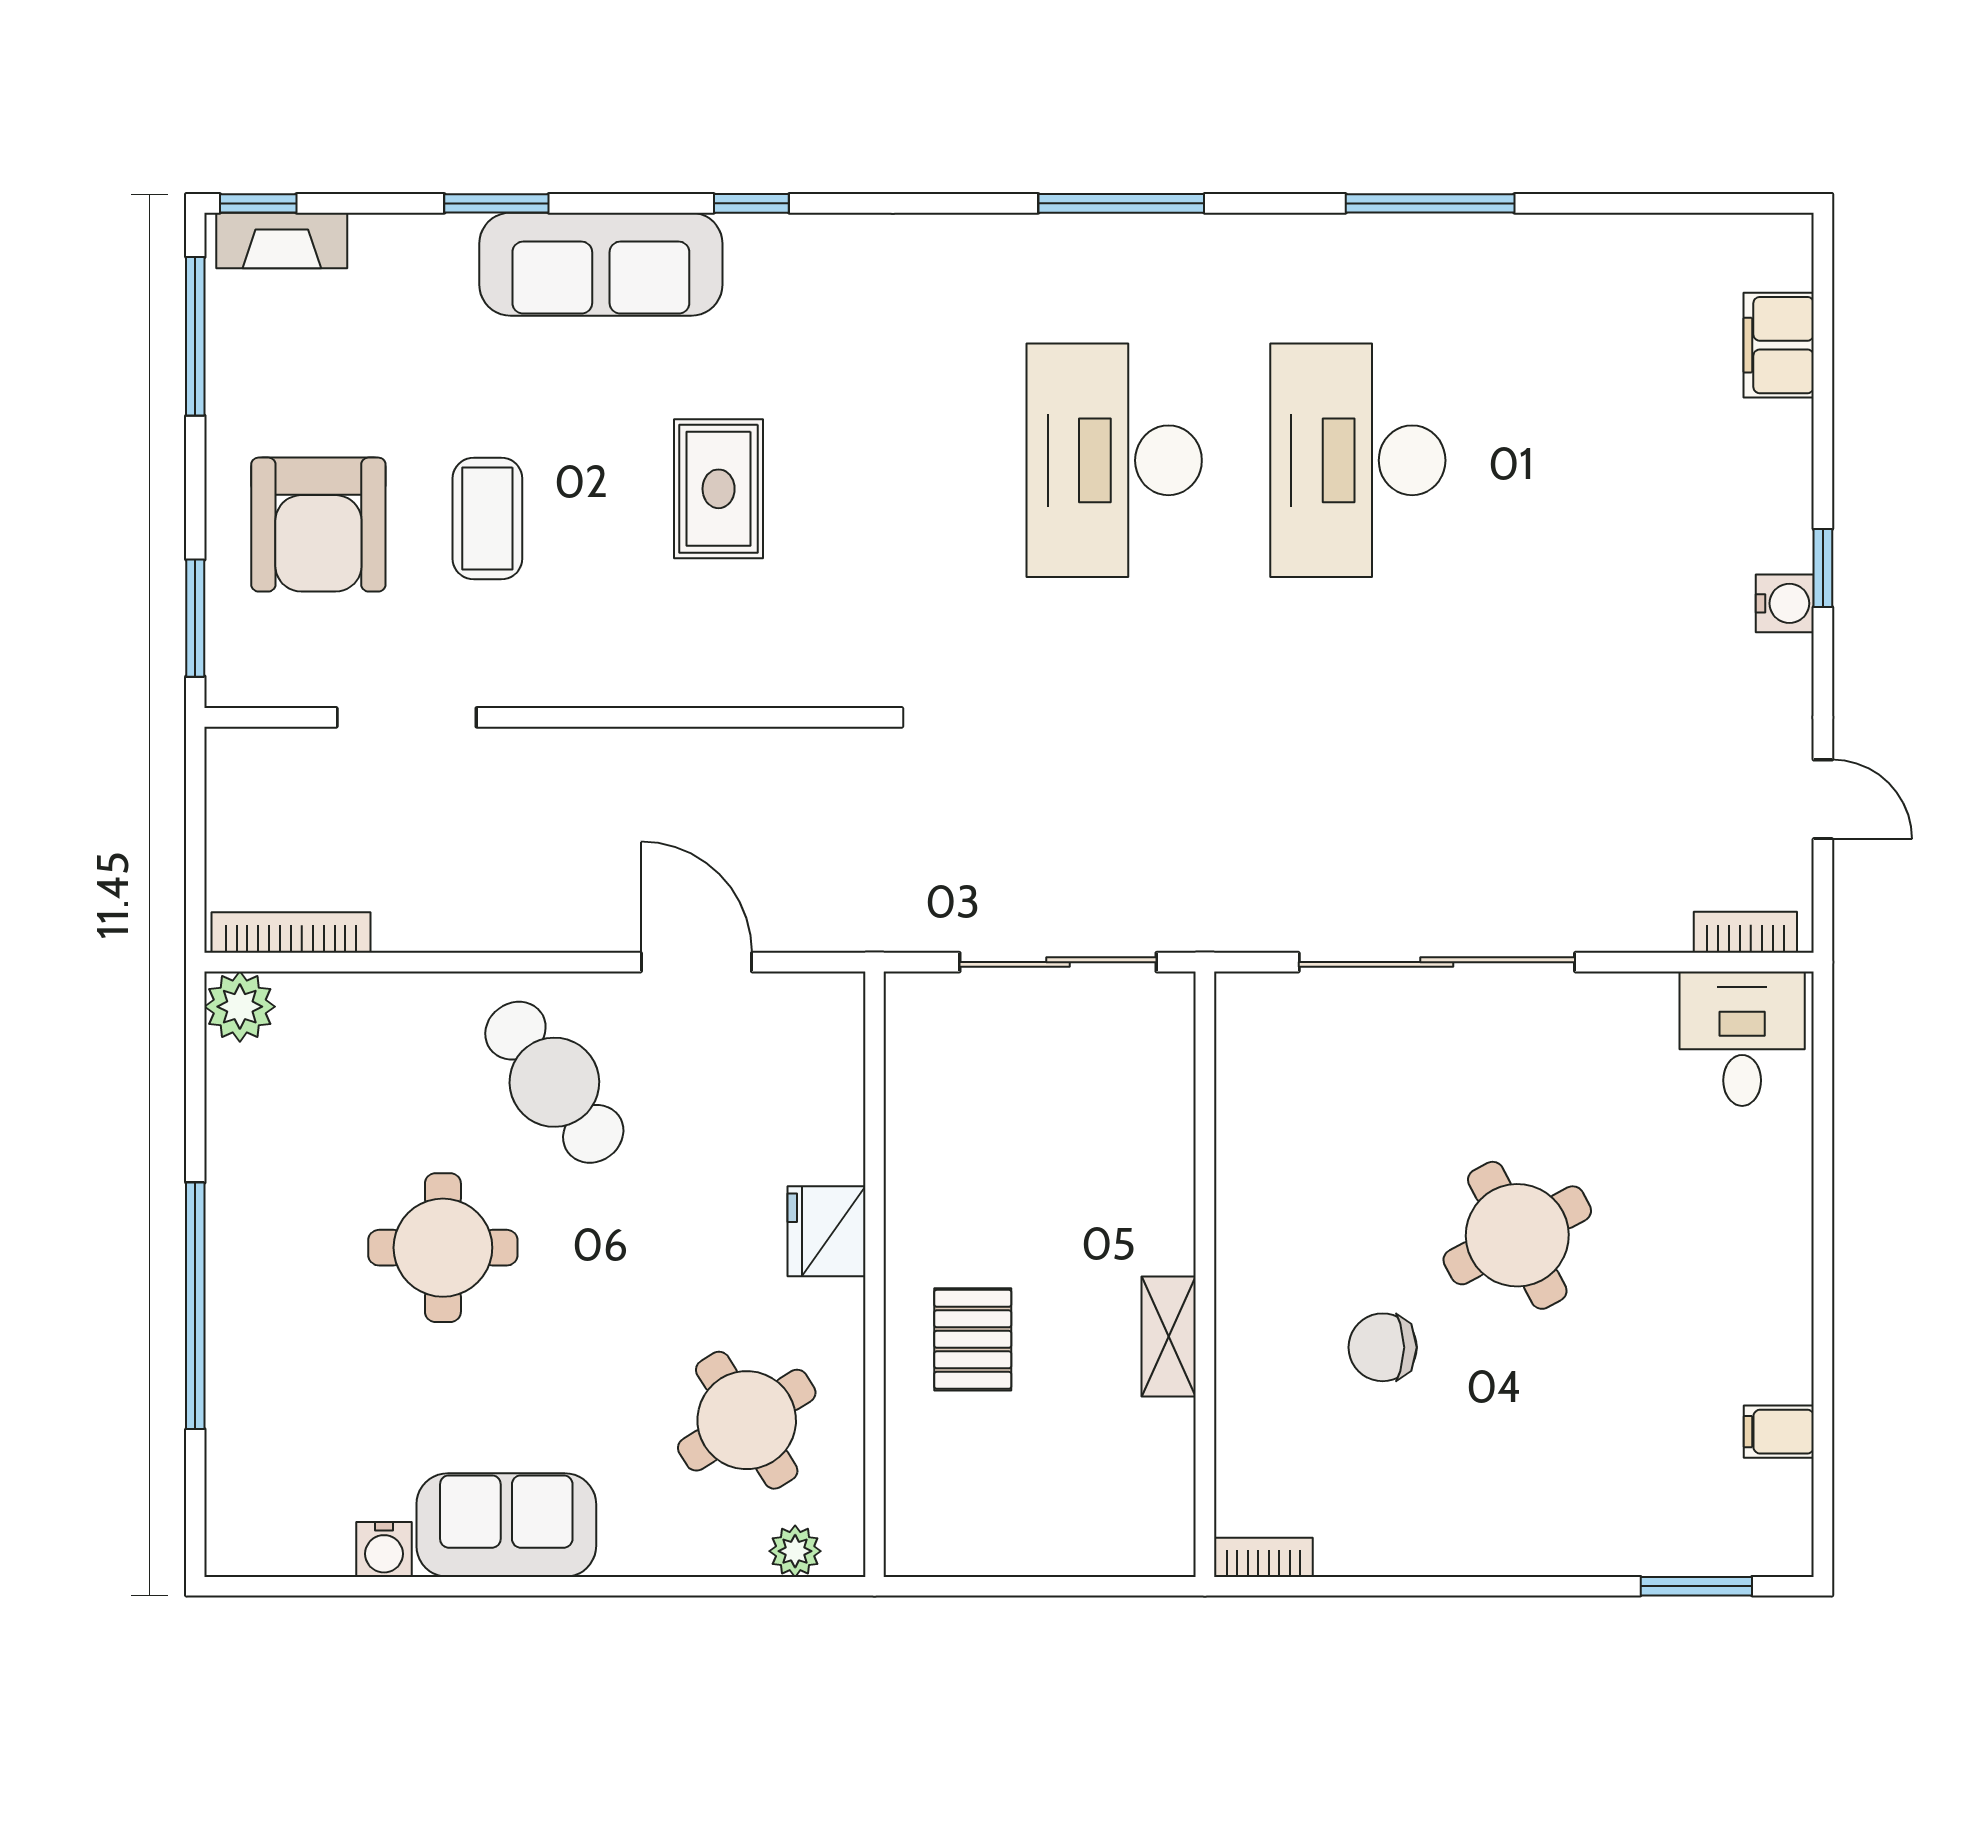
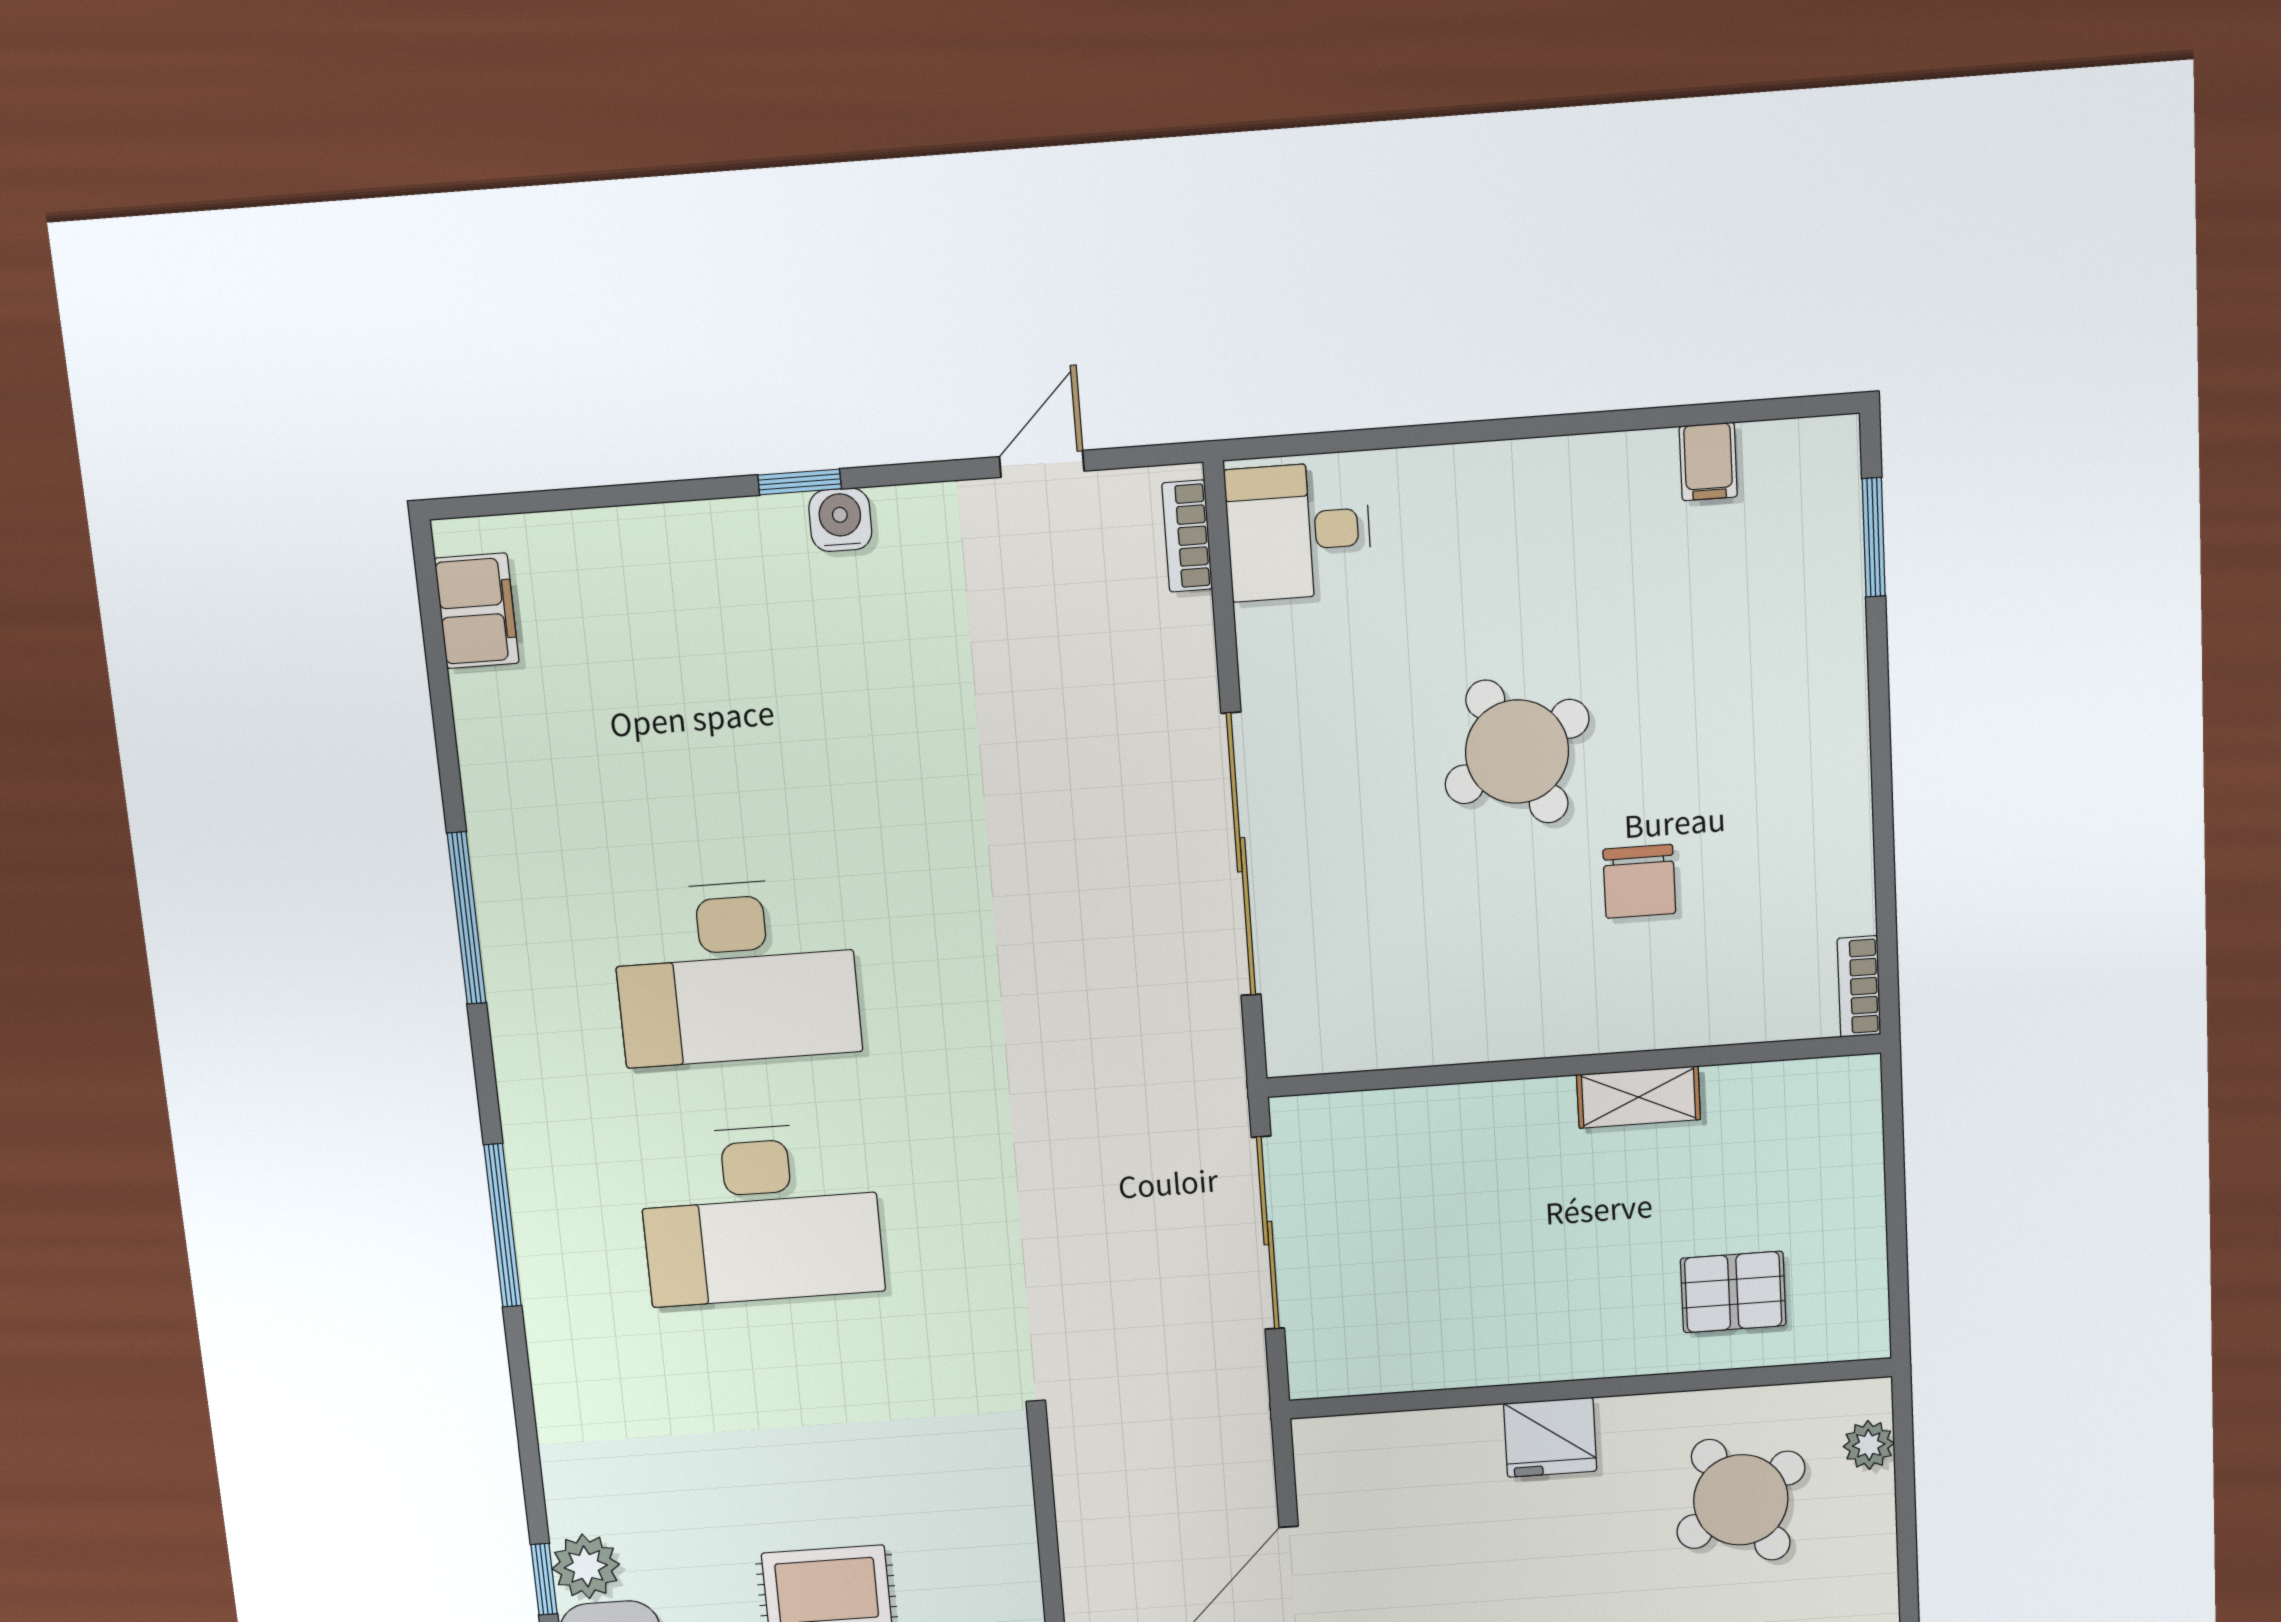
plant: (762, 247) -> (586, 1566), added
filing cabinet: (1779, 345) -> (477, 611), moved, turned -90
pallet: (973, 1339) -> (1733, 1292), moved

